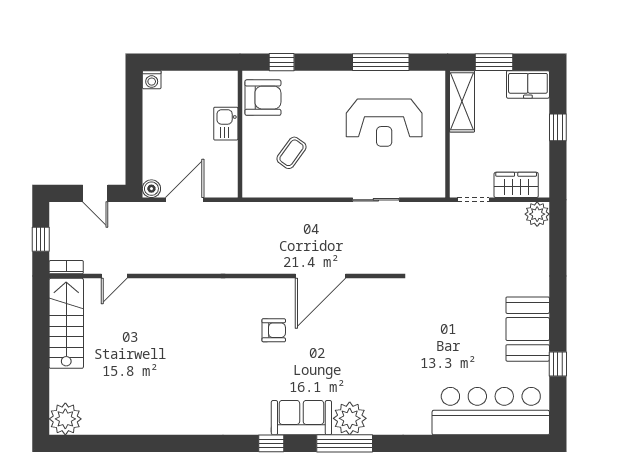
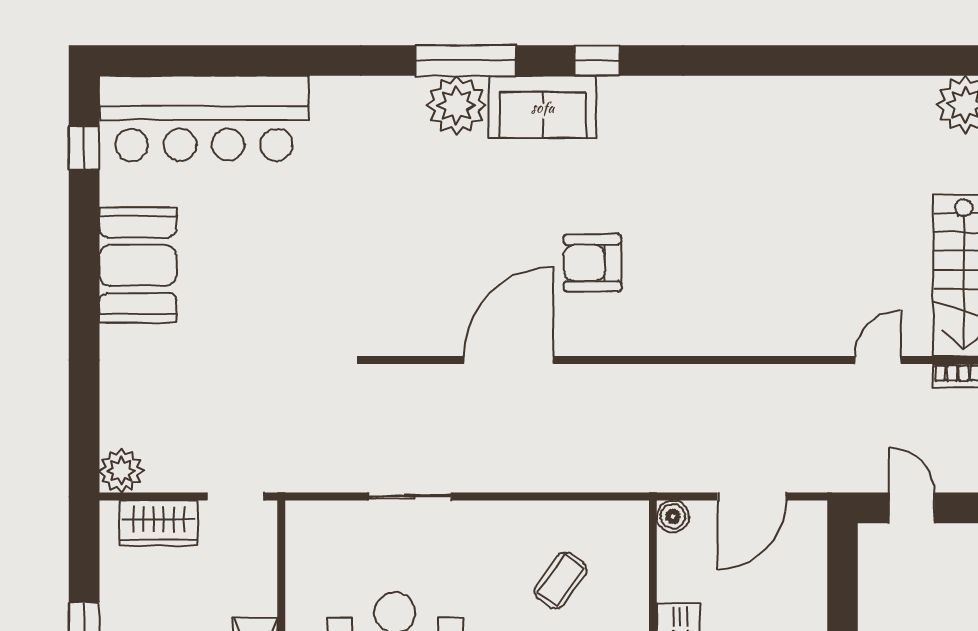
boiler: (151, 189) -> (673, 516), moved
armchair: (274, 330) -> (592, 263), width x1.38, depth x1.38
window: (558, 364) -> (84, 148), moved

